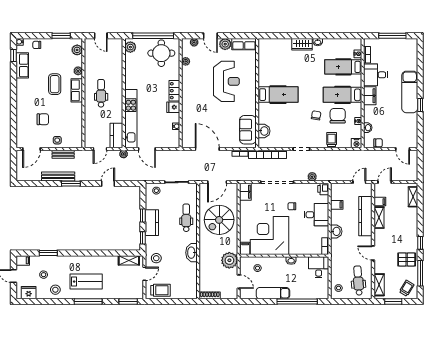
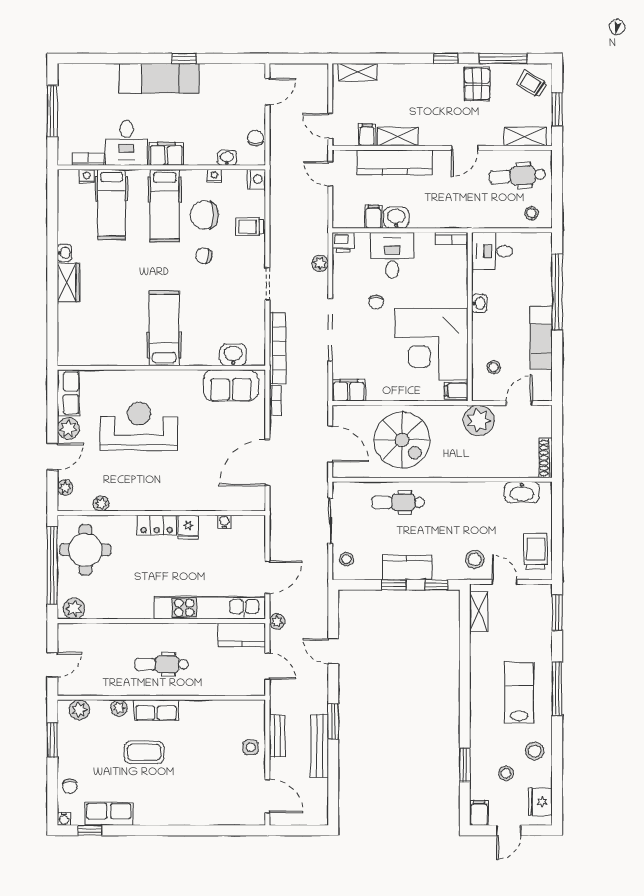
chair: (43, 119) -> (211, 775), removed
washbasin: (336, 231) -> (396, 218), moved
washbasin: (192, 253) -> (522, 492), moved

